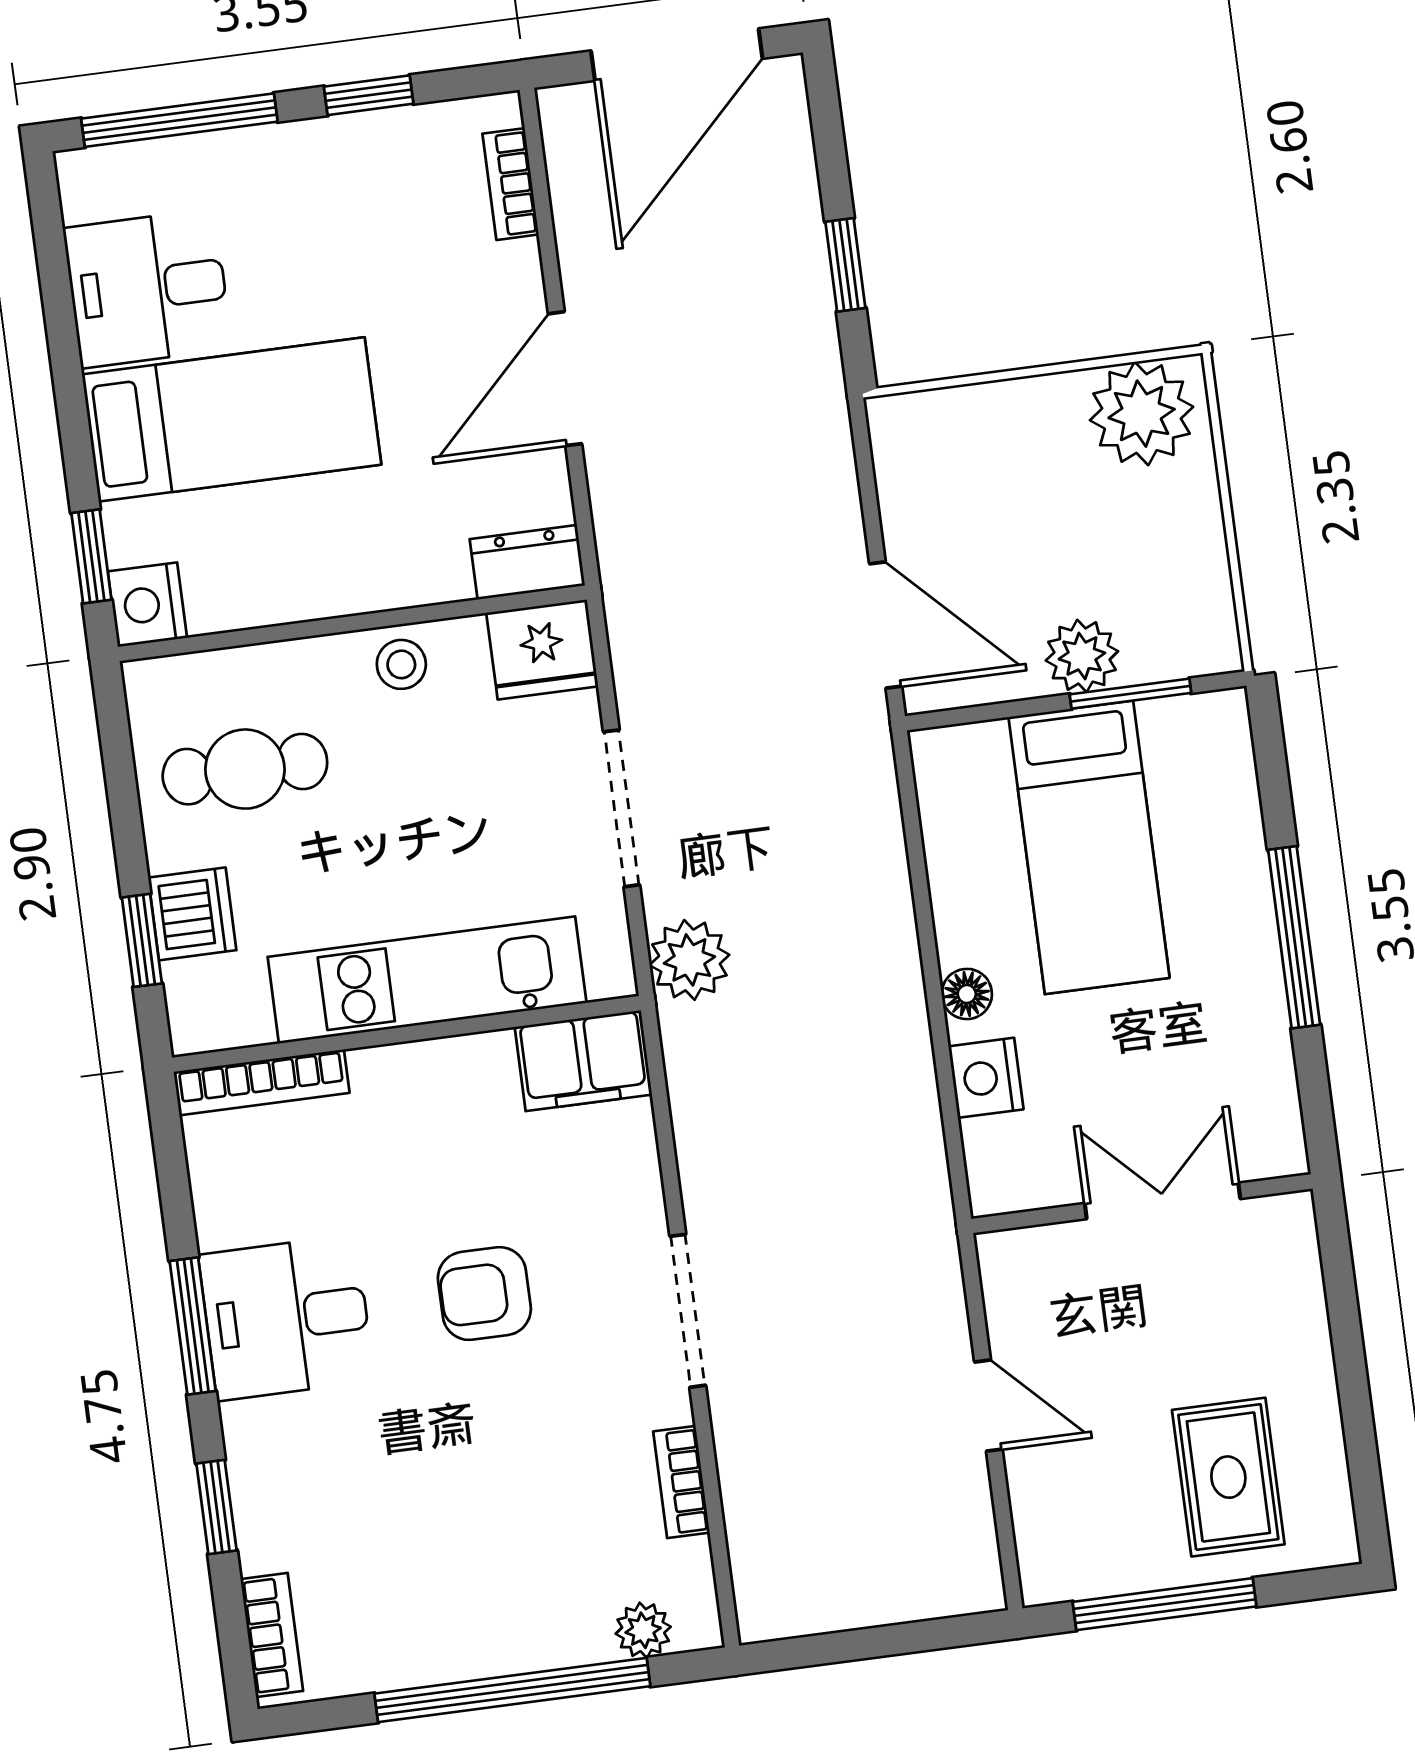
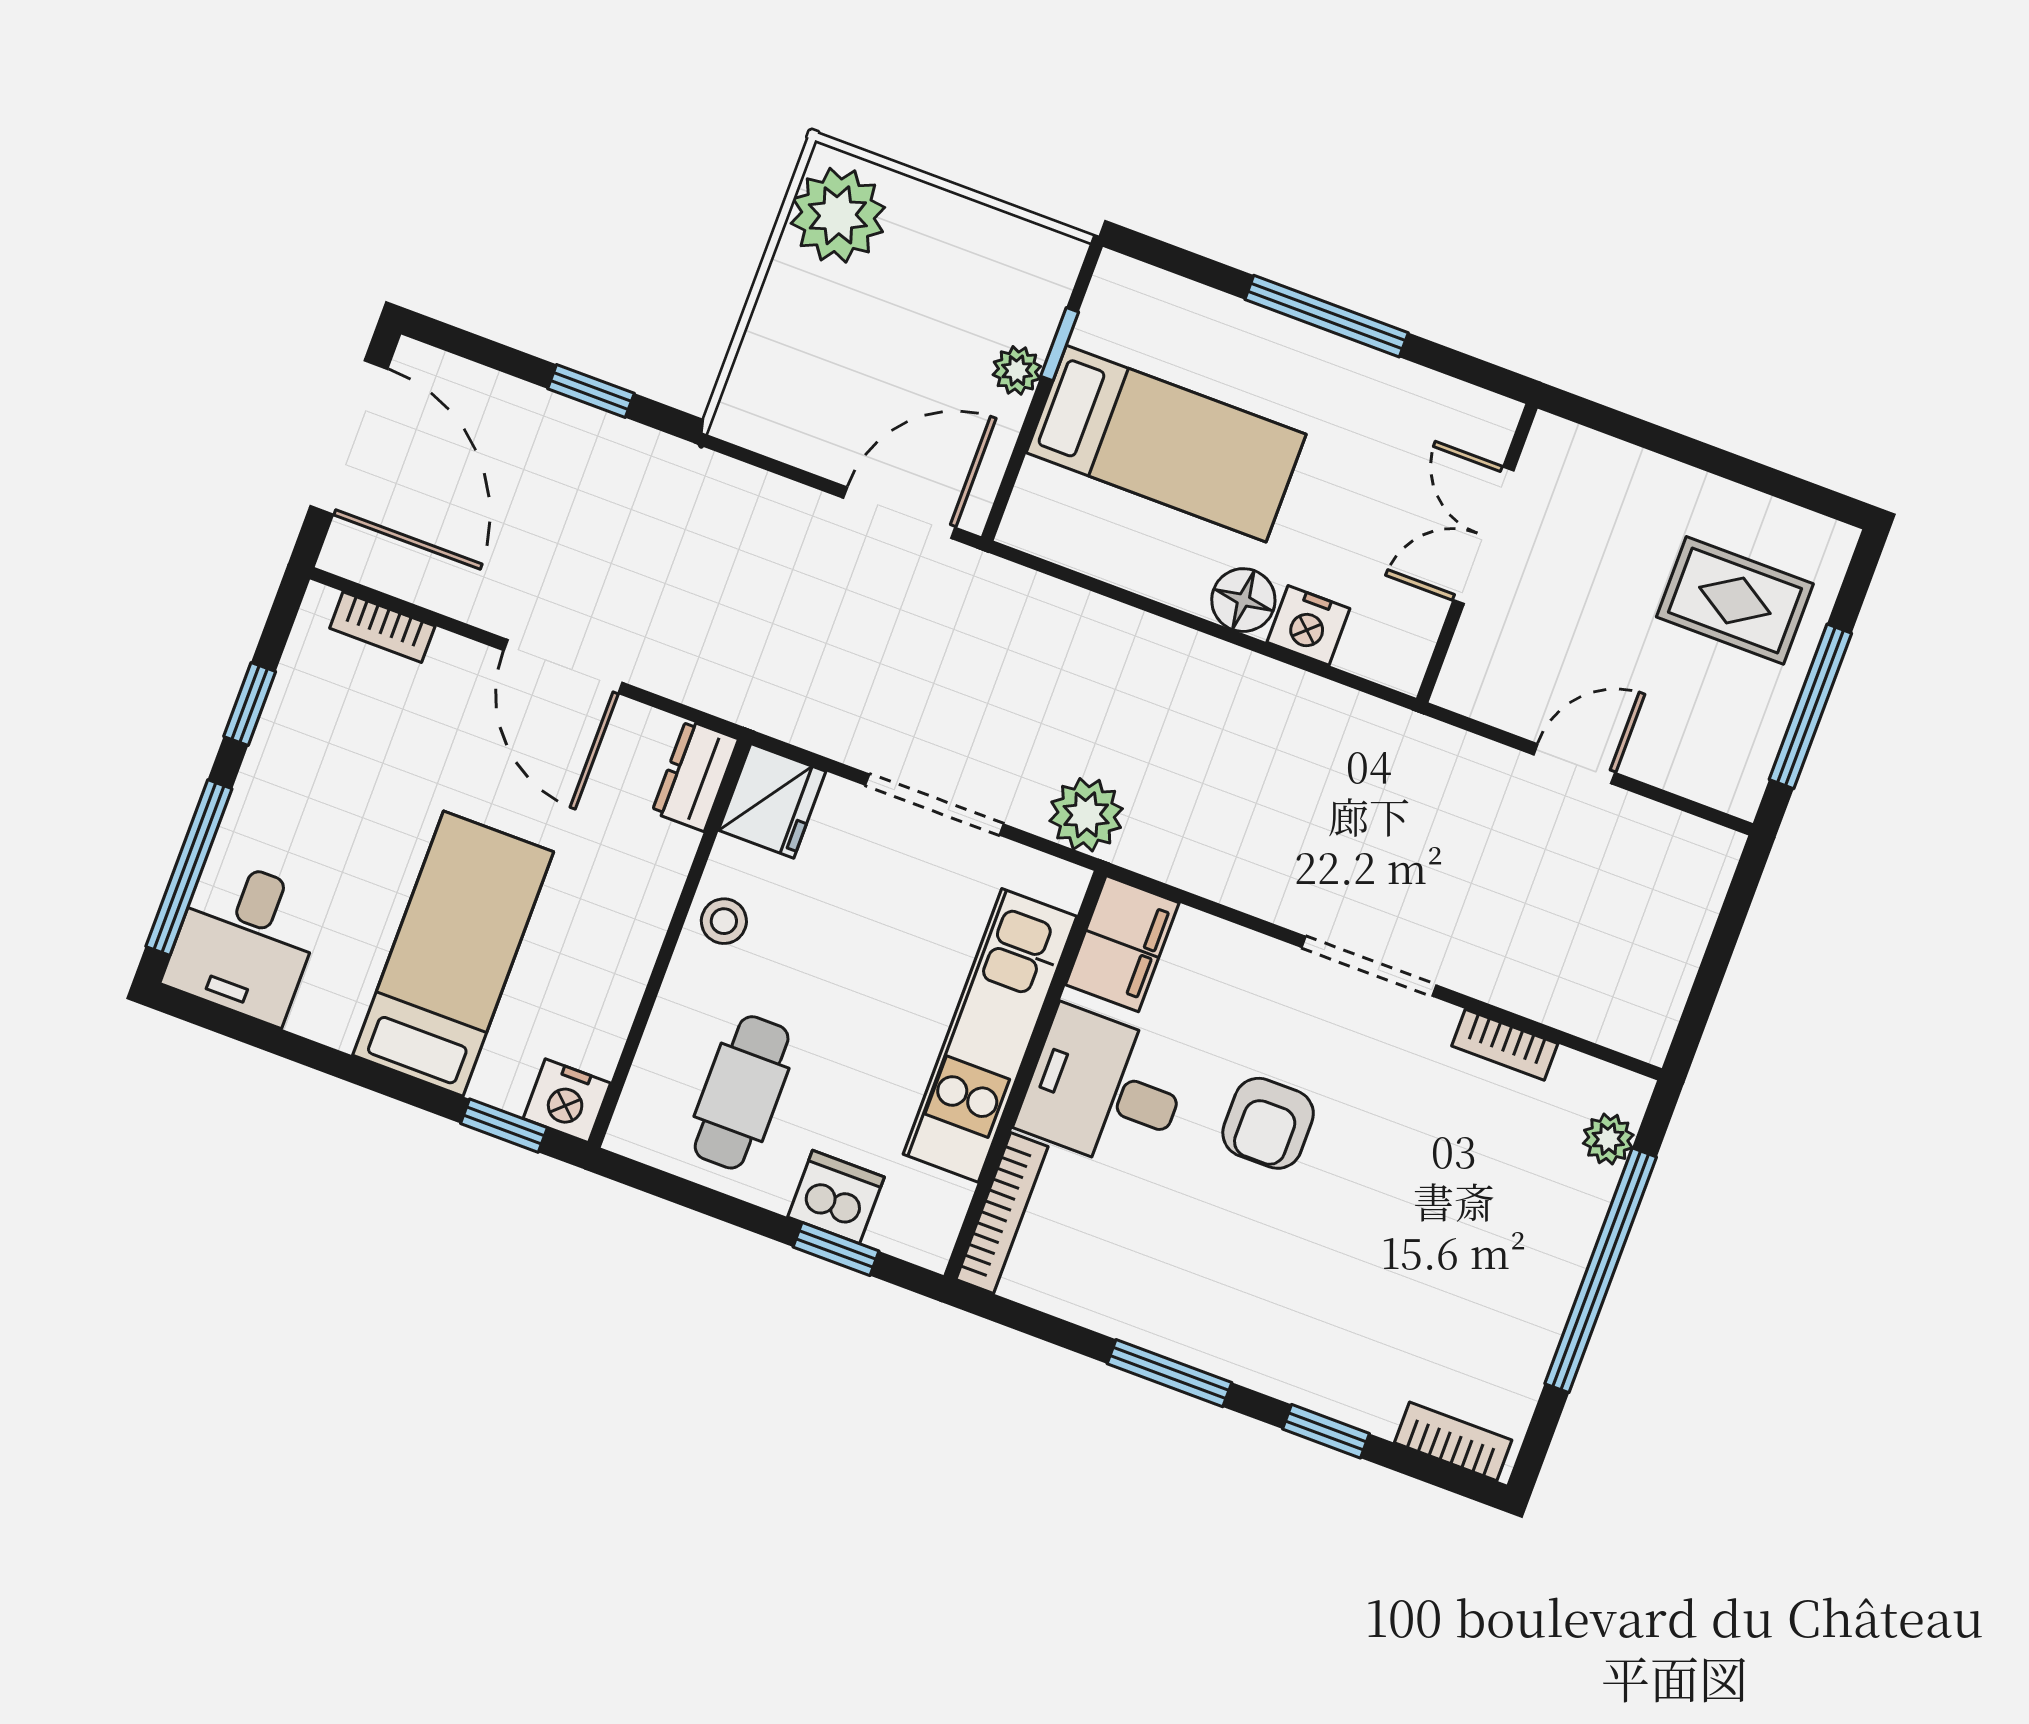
desk: (148, 288) -> (245, 941), moved
plant: (1082, 656) -> (1017, 370), width x0.73, depth x0.73
window: (1130, 694) -> (1060, 344), width x0.67
floor lamp: (967, 994) -> (1243, 600), width x1.37, depth x1.37
desk: (286, 1318) -> (1104, 1090), moved, turned 90

